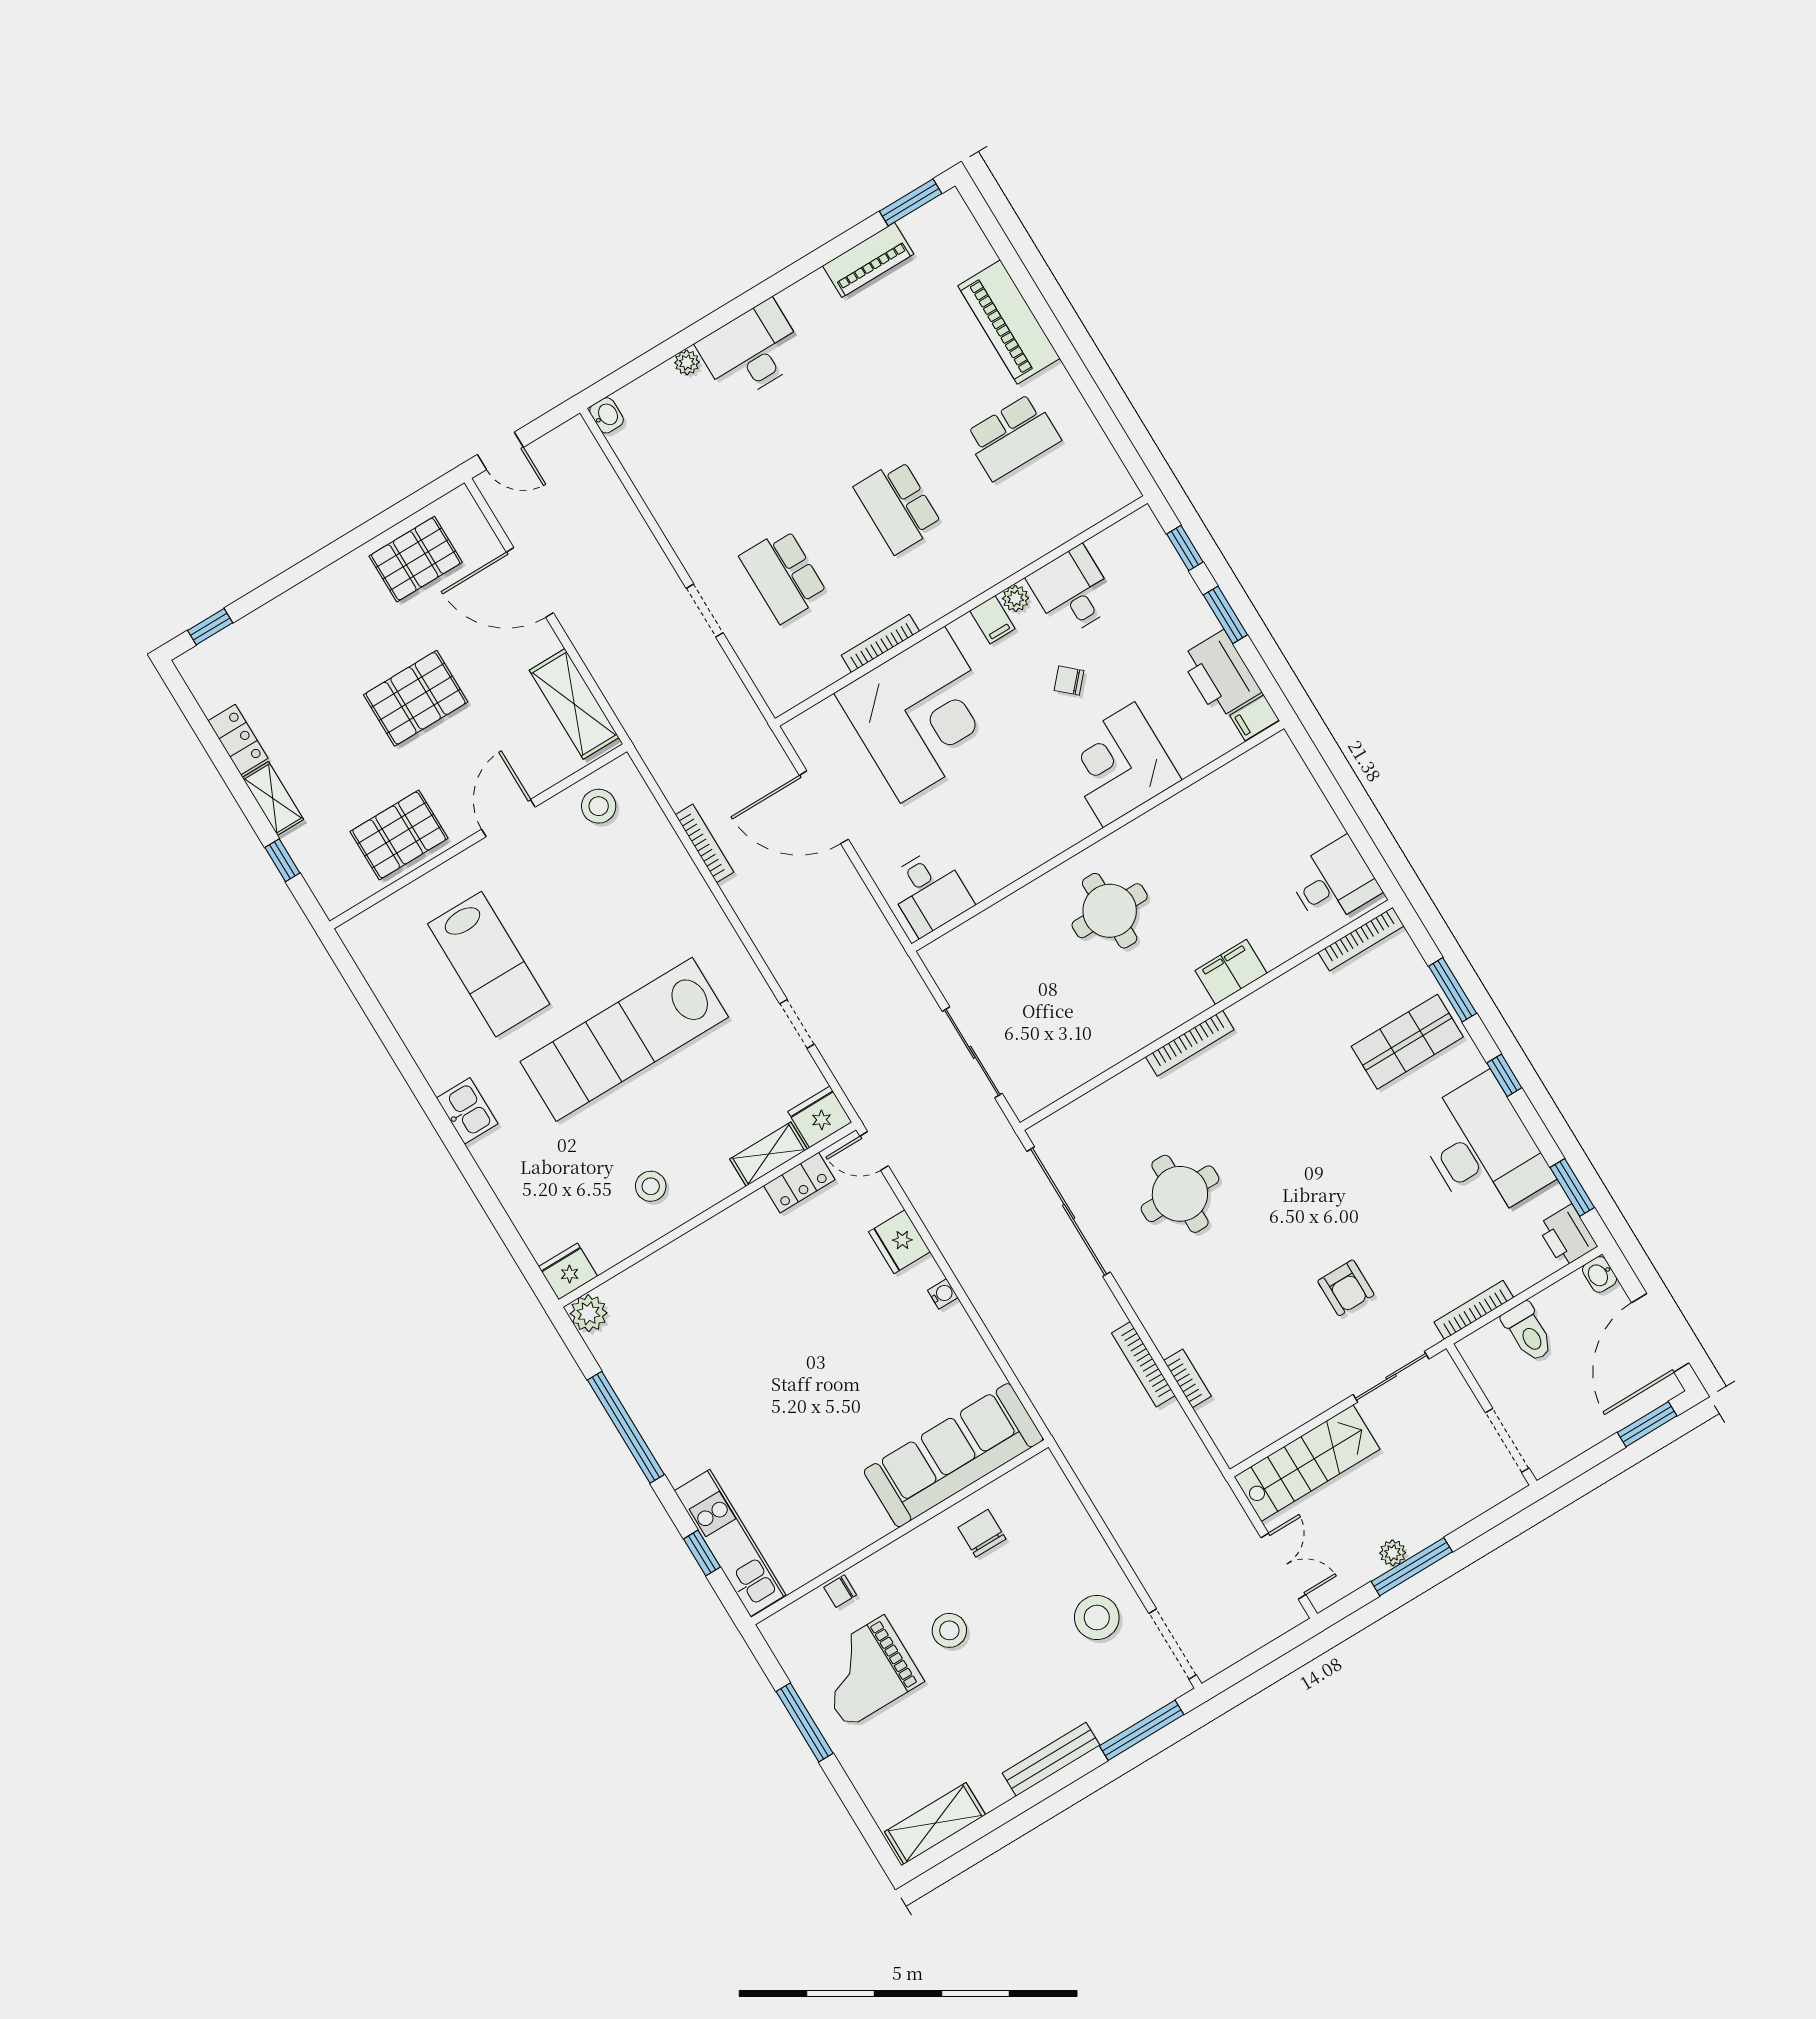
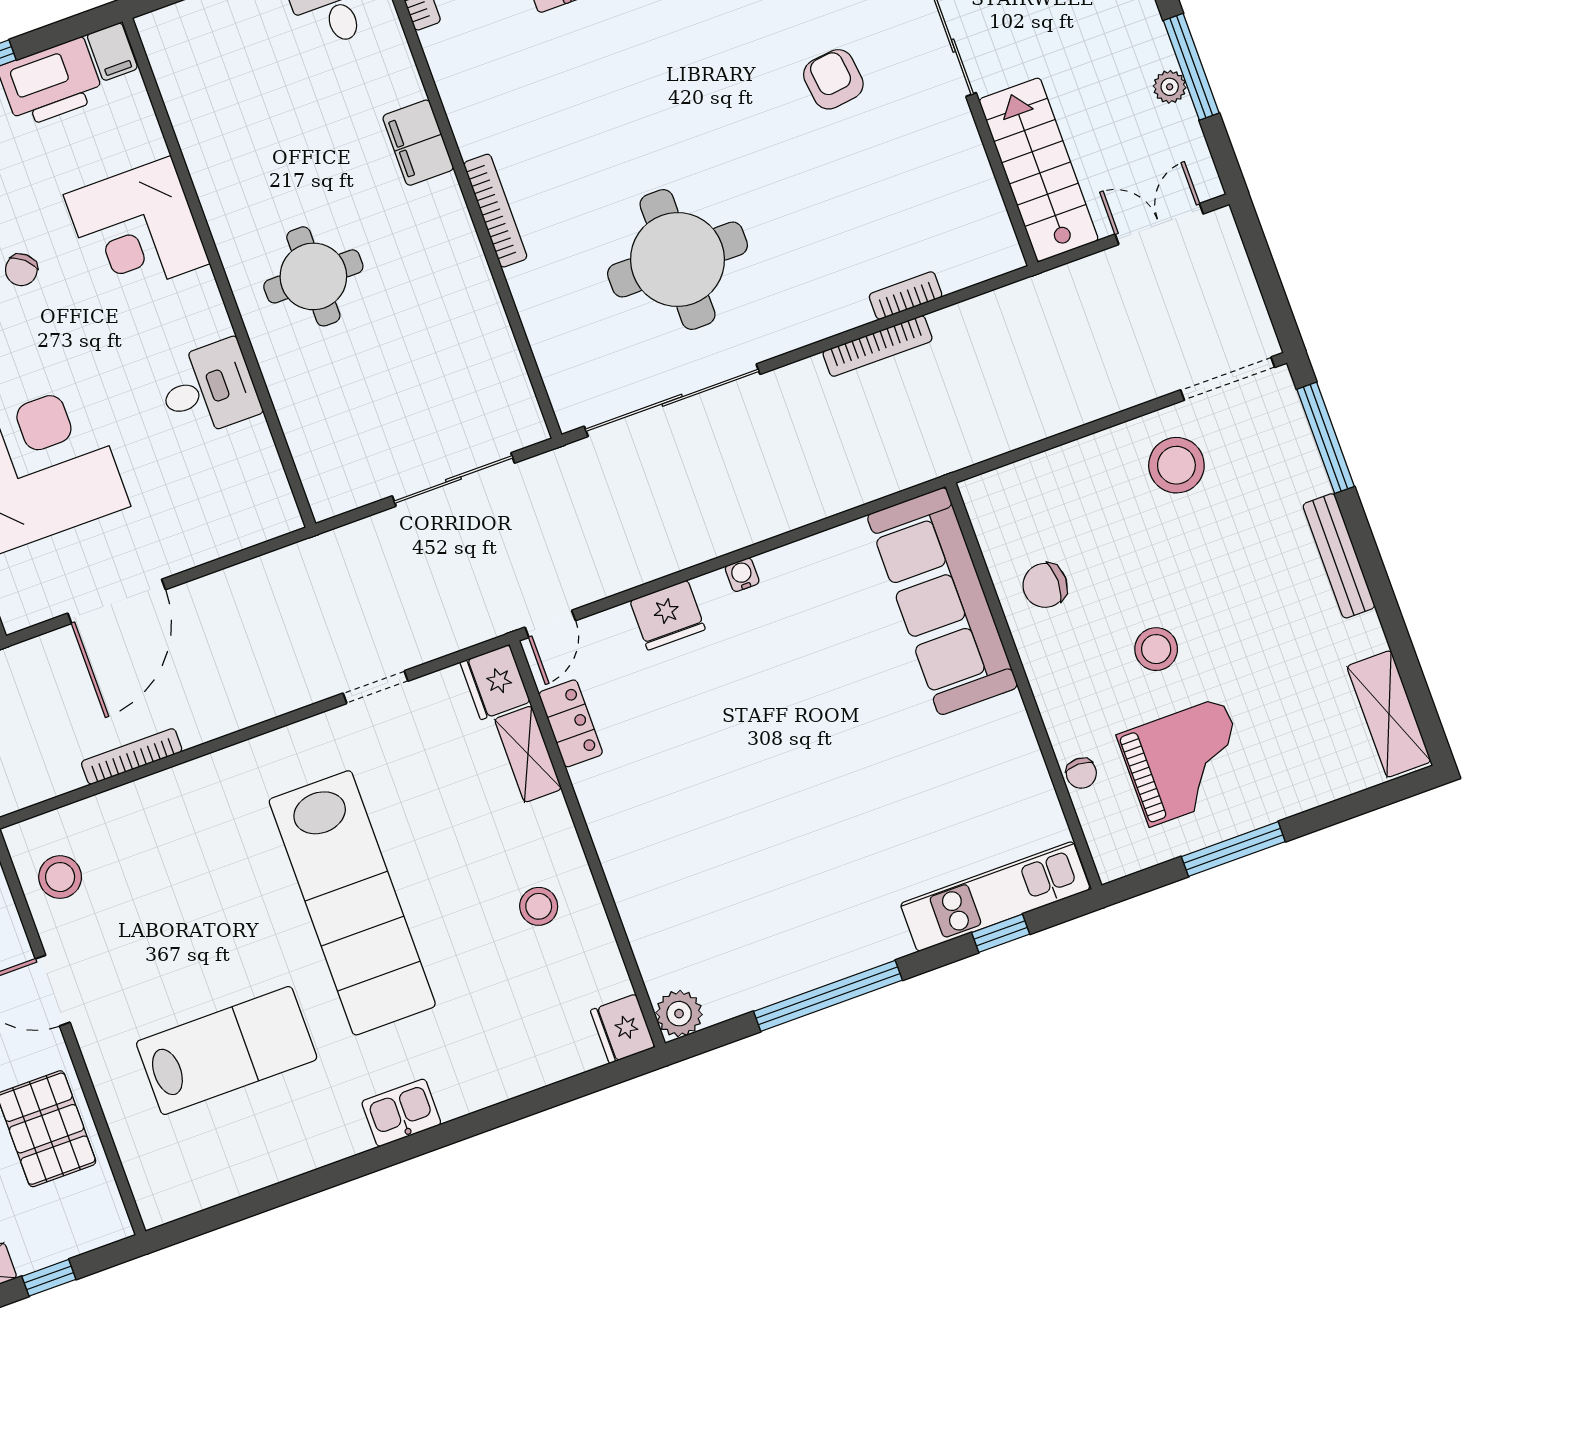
desk: (929, 892) -> (208, 389), moved
round table: (1180, 1194) -> (678, 259), width x1.36, depth x1.36
armchair: (1346, 1288) -> (833, 79), turned -97
grand piano: (866, 1671) -> (1186, 762), turned -90

